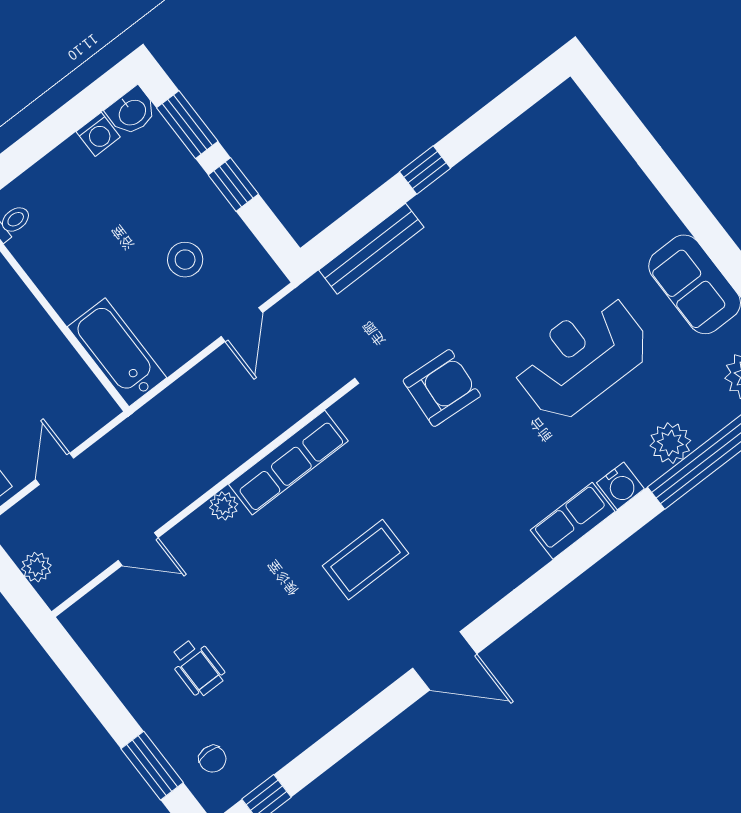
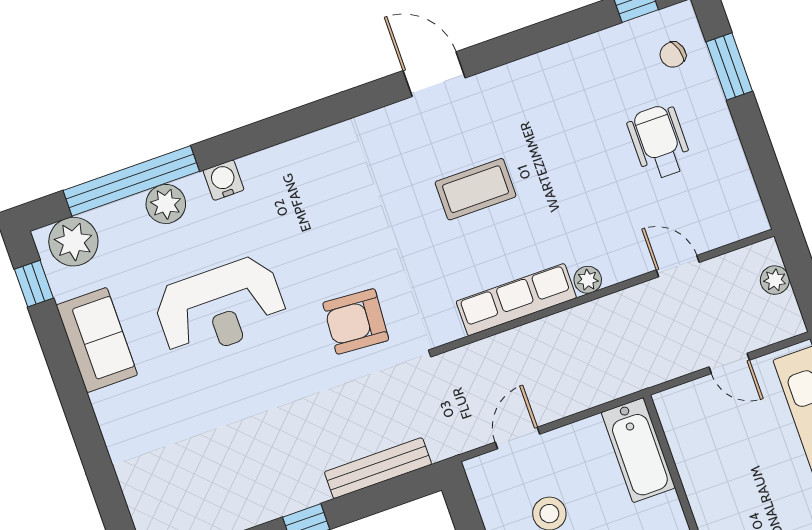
door: (55, 469) -> (729, 363), hinge flipped
row of seats: (573, 521) -> (277, 163), removed
wheelchair: (197, 667) -> (659, 142), width x1.36, depth x1.37
chair: (213, 759) -> (673, 55), turned -106

